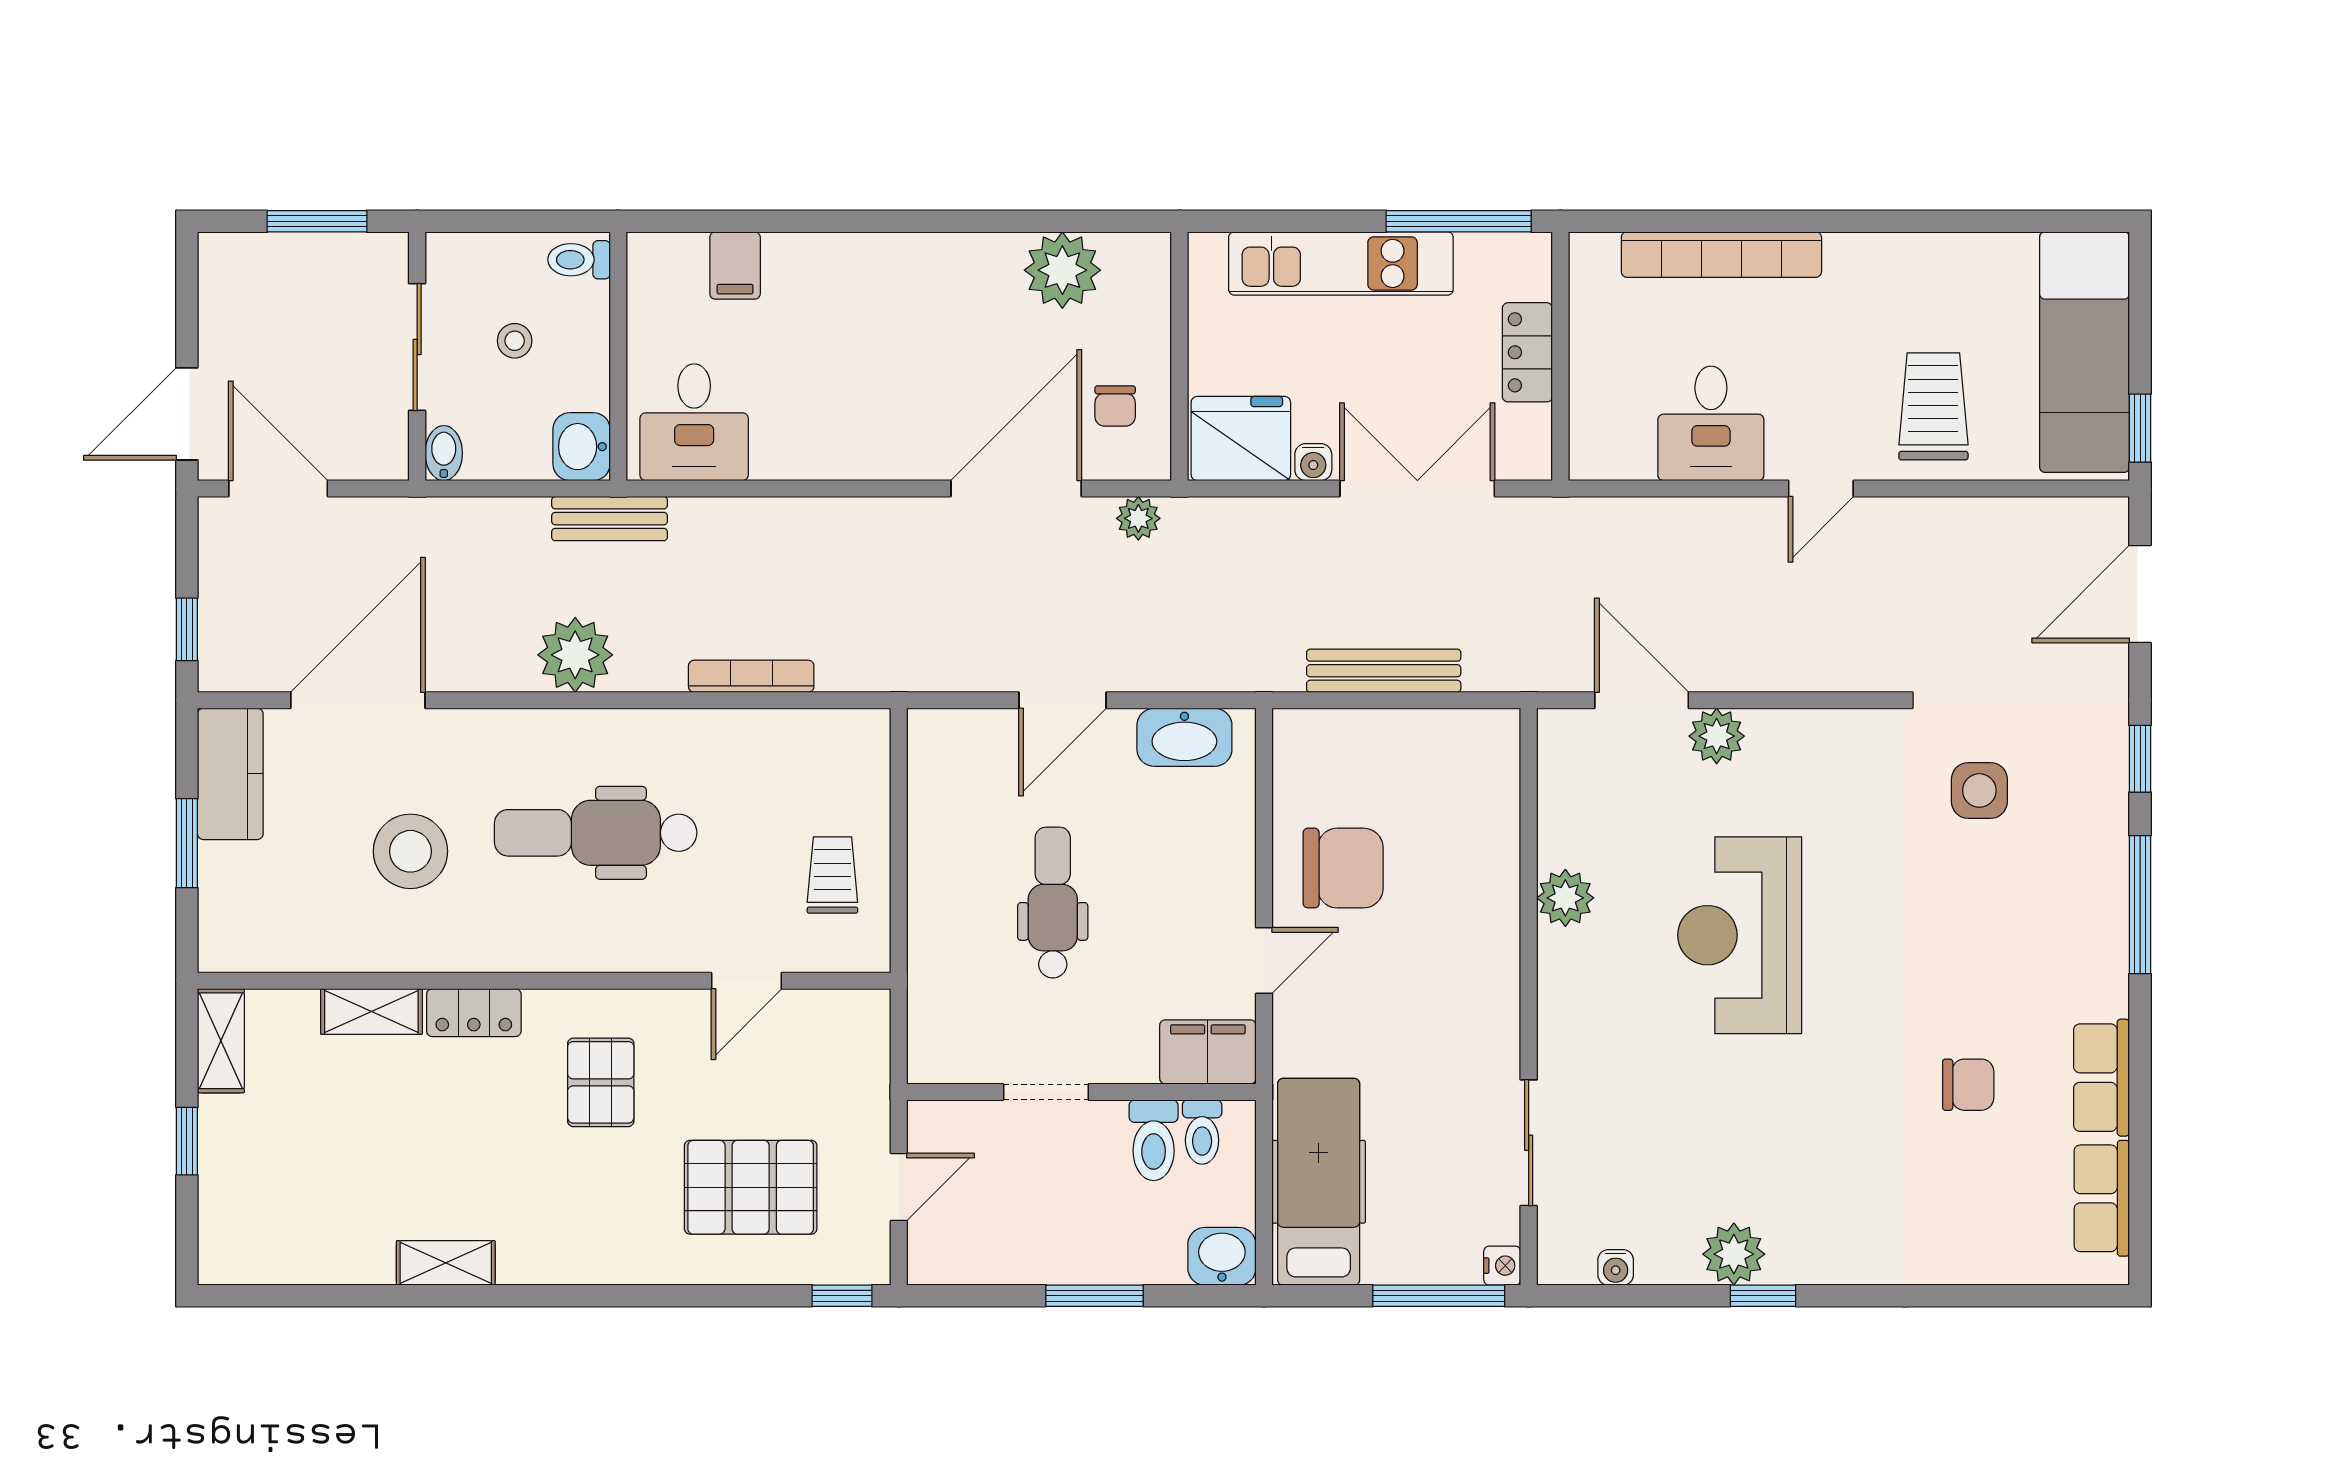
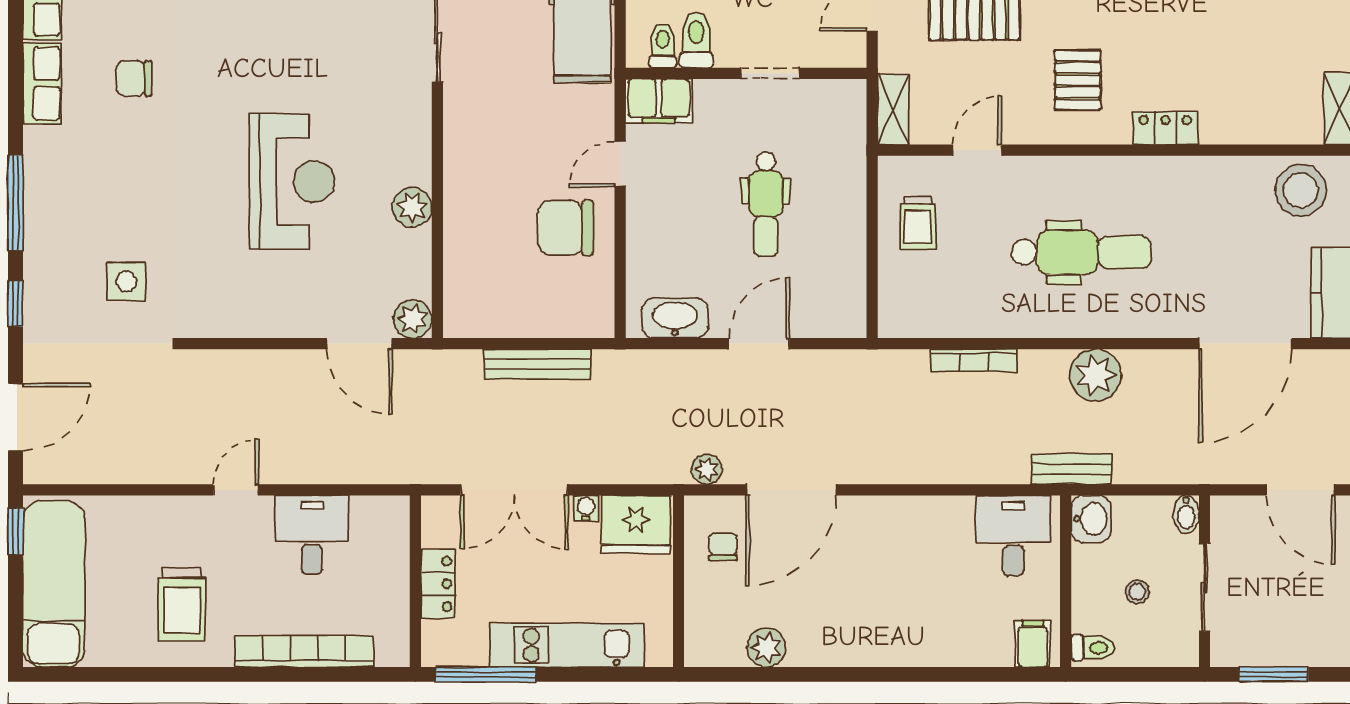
filing cabinet: (735, 266) -> (1033, 644), moved
plant: (1062, 270) -> (766, 648), width x0.73, depth x0.73
trolley: (1933, 406) -> (182, 605), moved
plant: (1717, 736) -> (413, 319), moved
stool: (410, 851) -> (1301, 190), moved
shelving: (371, 1012) -> (893, 110), moved, turned 90

